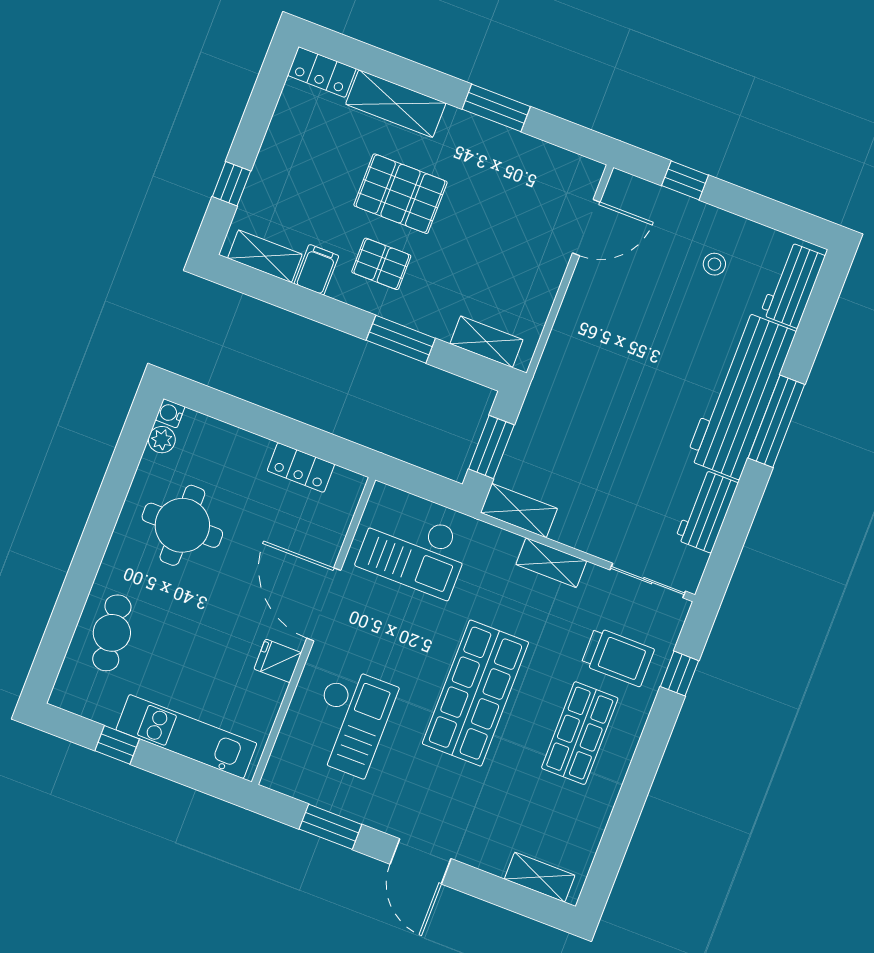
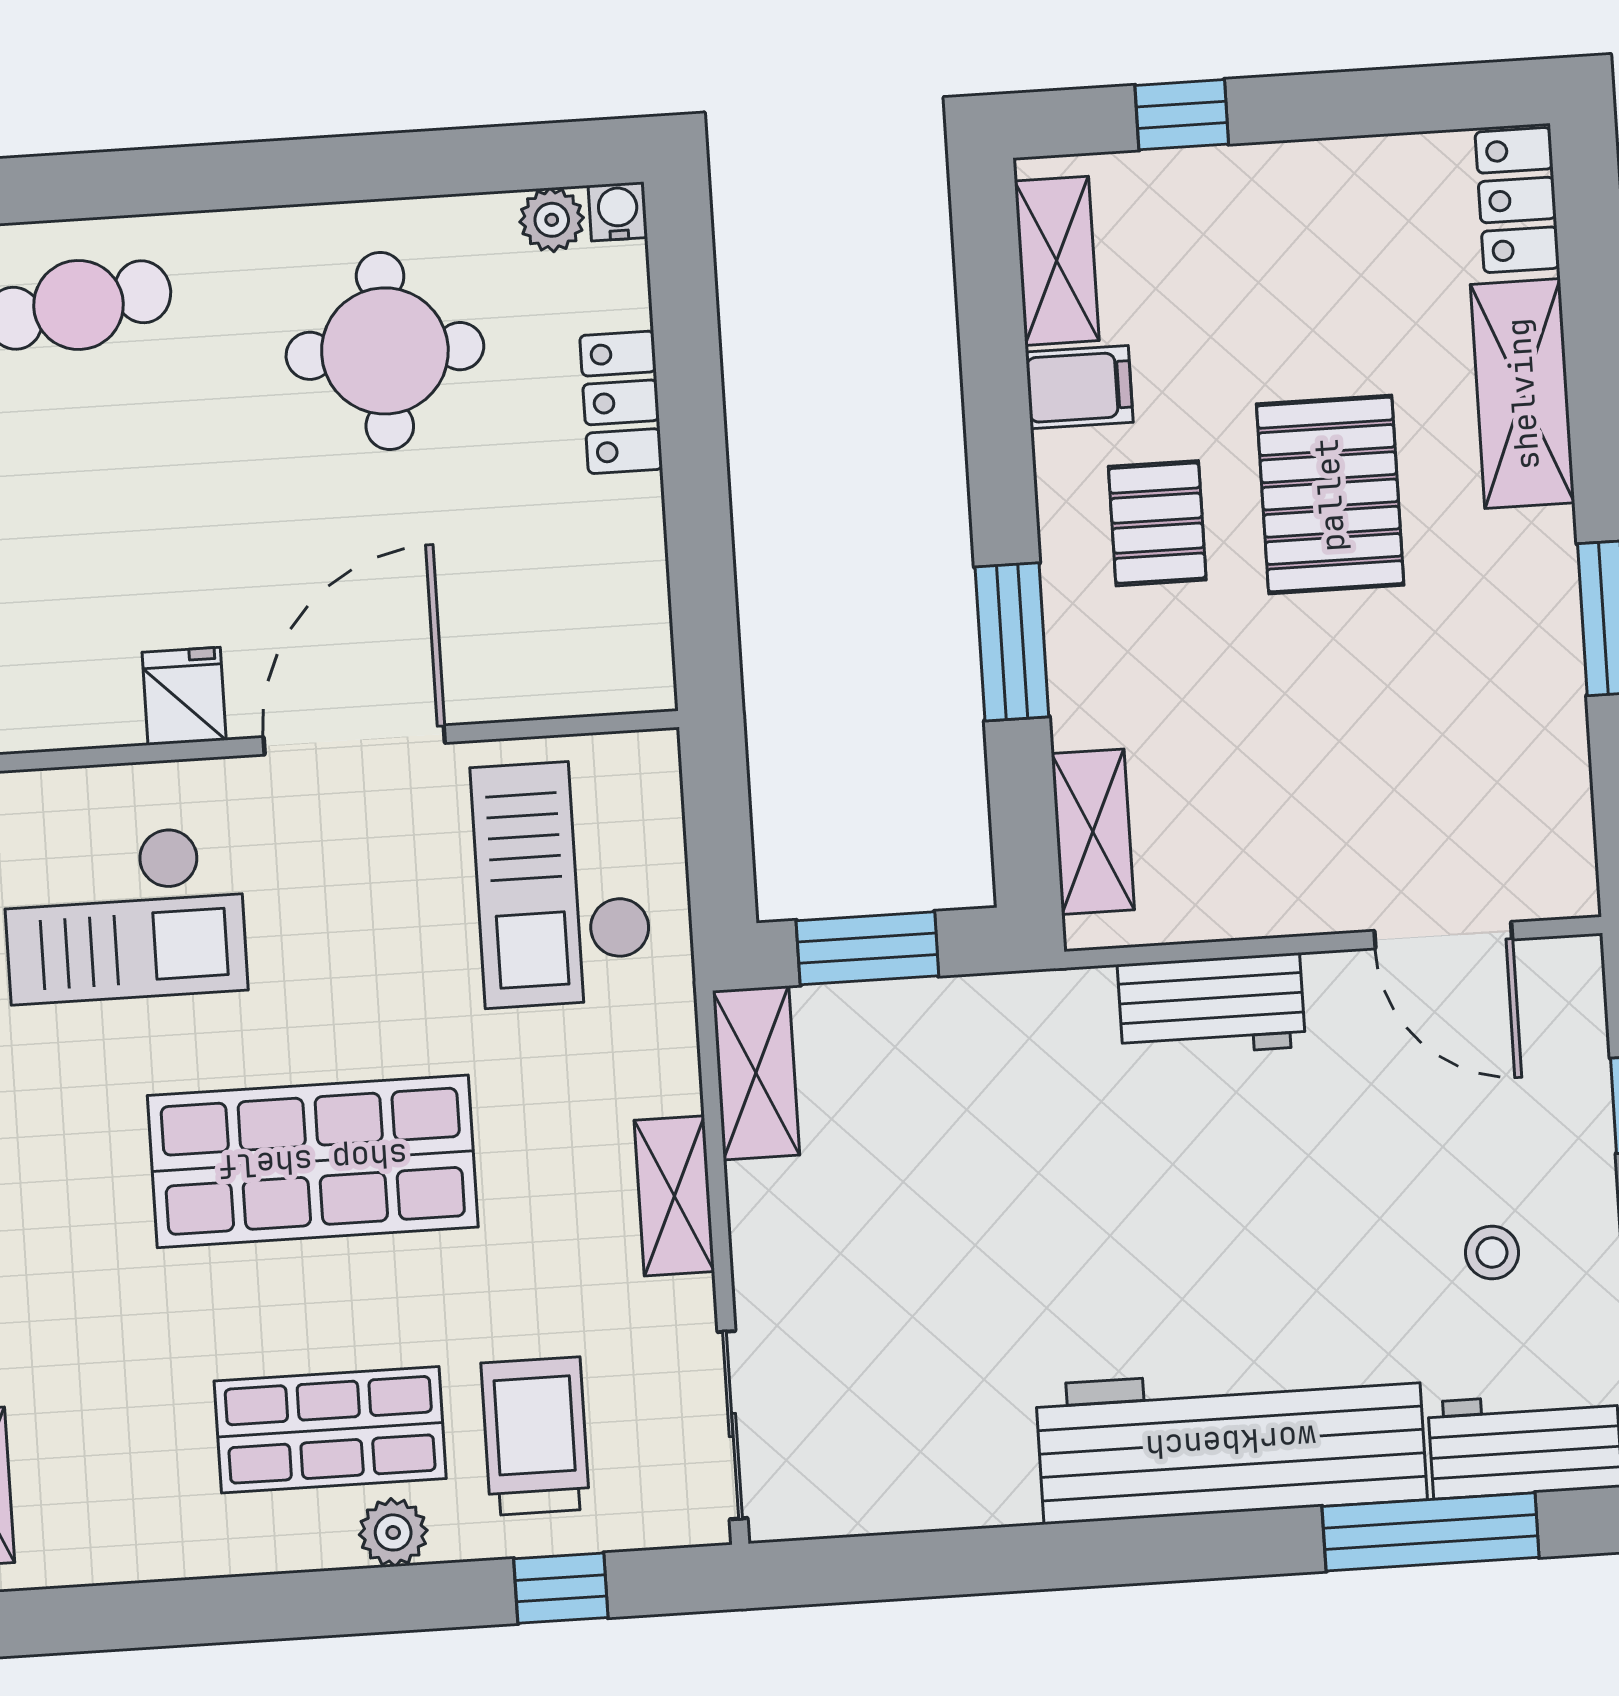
window: (776, 421) -> (1431, 1532), moved
locker: (301, 467) -> (621, 402), moved
workbench: (707, 511) -> (1211, 1006), moved, turned 180
trolley: (618, 657) -> (535, 1436), turned 180
plant: (629, 727) -> (393, 1532), added

